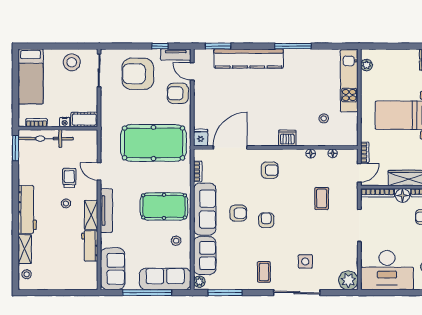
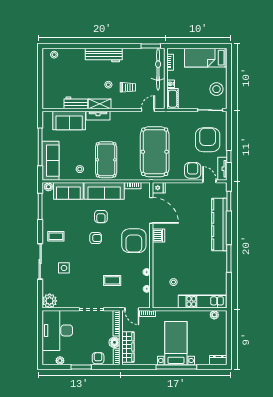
door: (192, 71) -> (209, 181), hinge flipped
dishwasher: (287, 138) -> (158, 236), moved
armchair: (270, 170) -> (134, 241), width x1.88, depth x1.88
door: (99, 171) -> (148, 110), moved
tv unit: (106, 211) -> (98, 116), width x0.71
shelving: (25, 249) -> (73, 53), removed
sofa: (113, 269) -> (69, 120), moved

